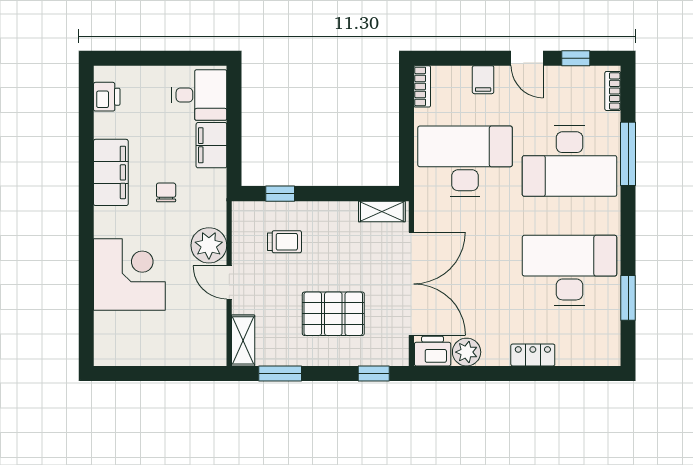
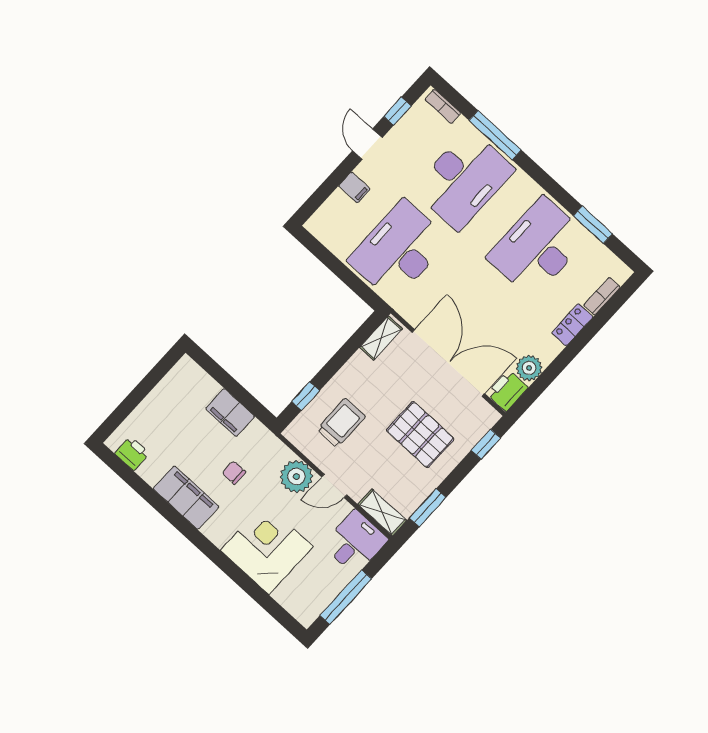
door: (527, 58) -> (367, 144), swing flipped
bookcase: (422, 86) -> (602, 296), moved, turned -90
desk: (199, 95) -> (355, 542), moved
trolley: (284, 242) -> (341, 423), width x1.36, depth x1.39
pallet: (333, 314) -> (420, 435), turned 90
window: (148, 373) -> (346, 597), added

